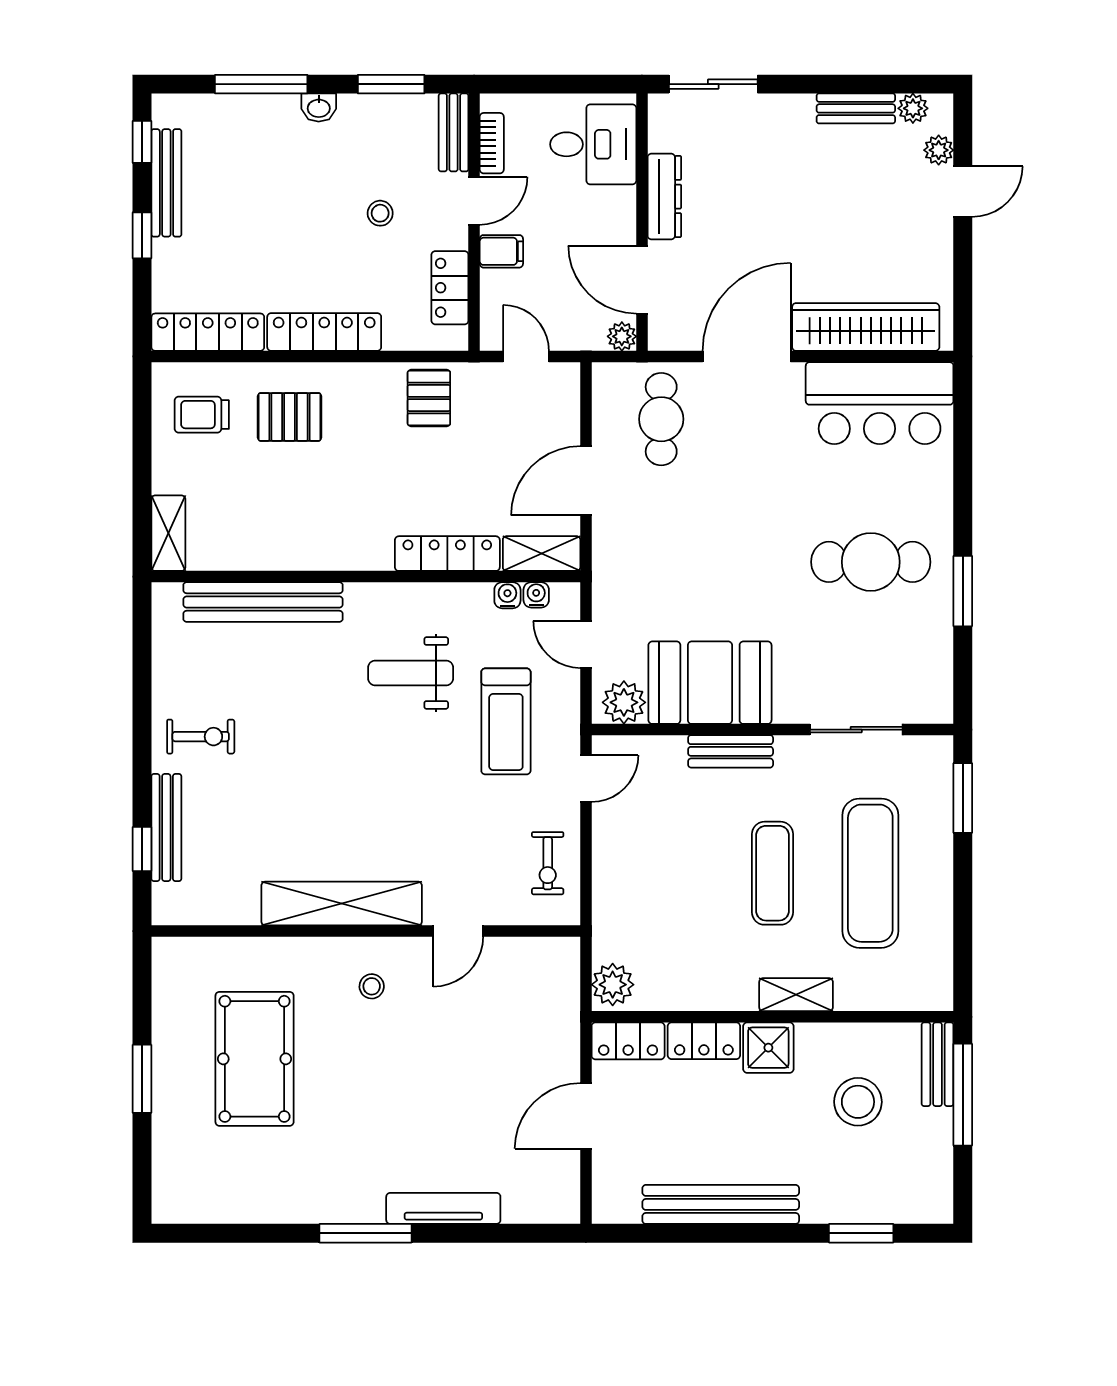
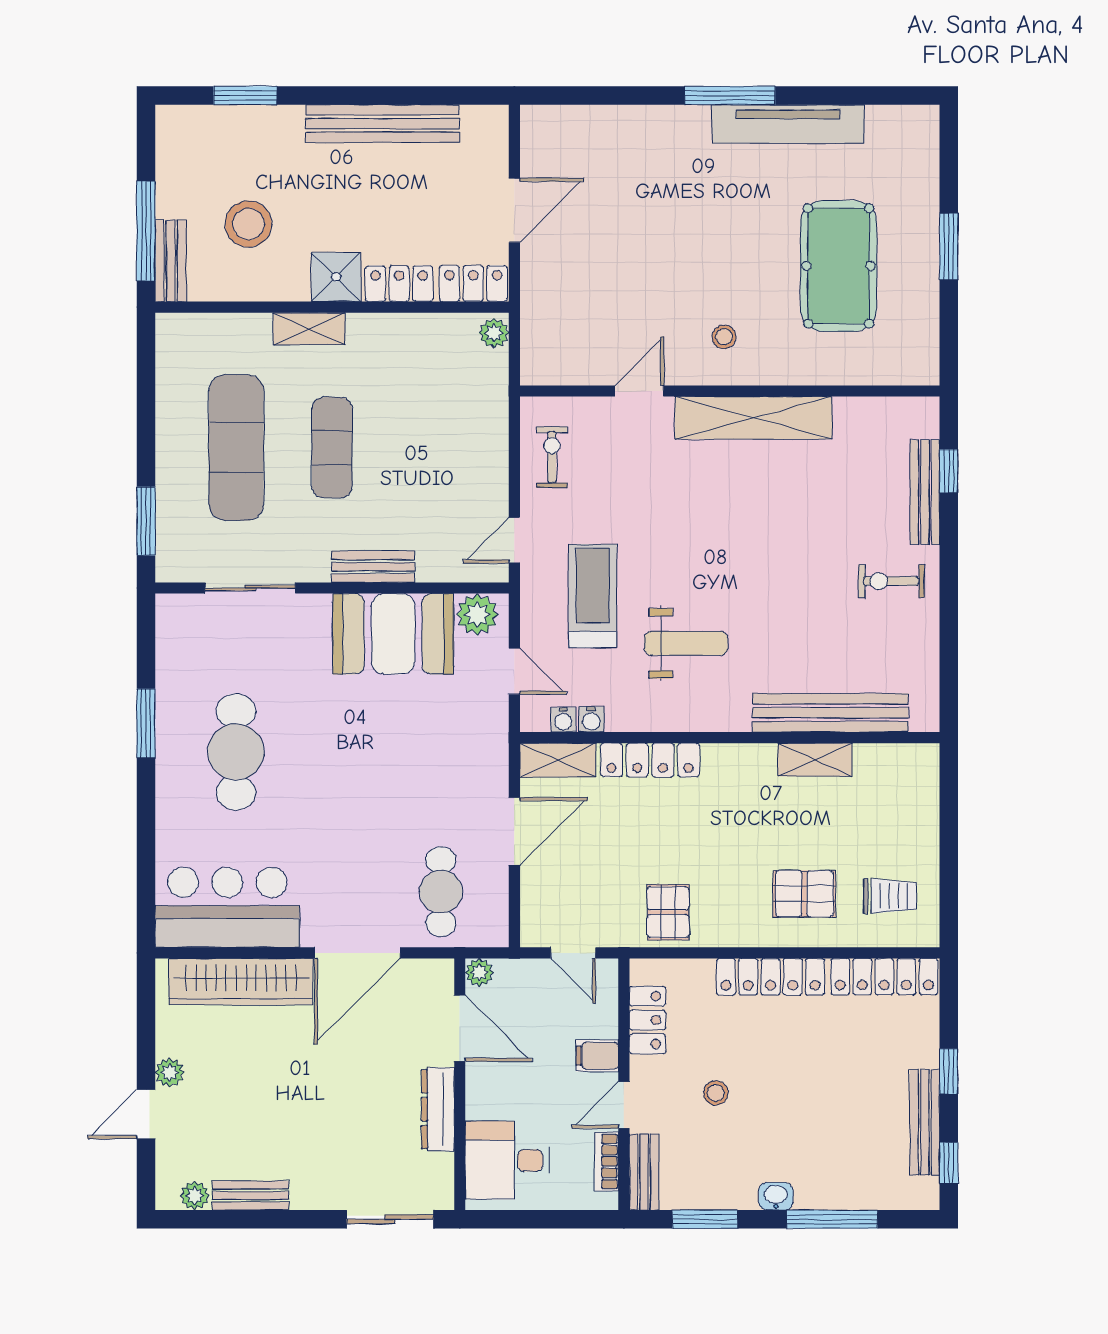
plant: (939, 150) -> (170, 1073), moved
shelving: (168, 533) -> (815, 760), moved, turned 90
cafe table: (871, 562) -> (236, 752), turned 90
plant: (613, 985) -> (494, 333), width x0.73, depth x0.73
tv unit: (443, 1208) -> (788, 124), moved, width x1.36, depth x1.29

